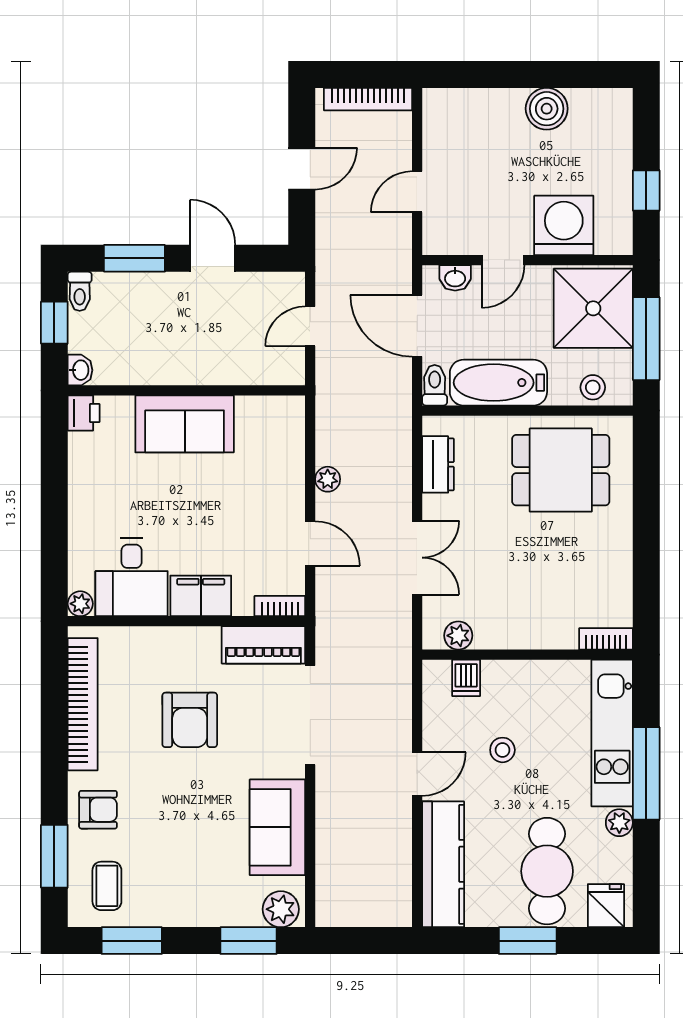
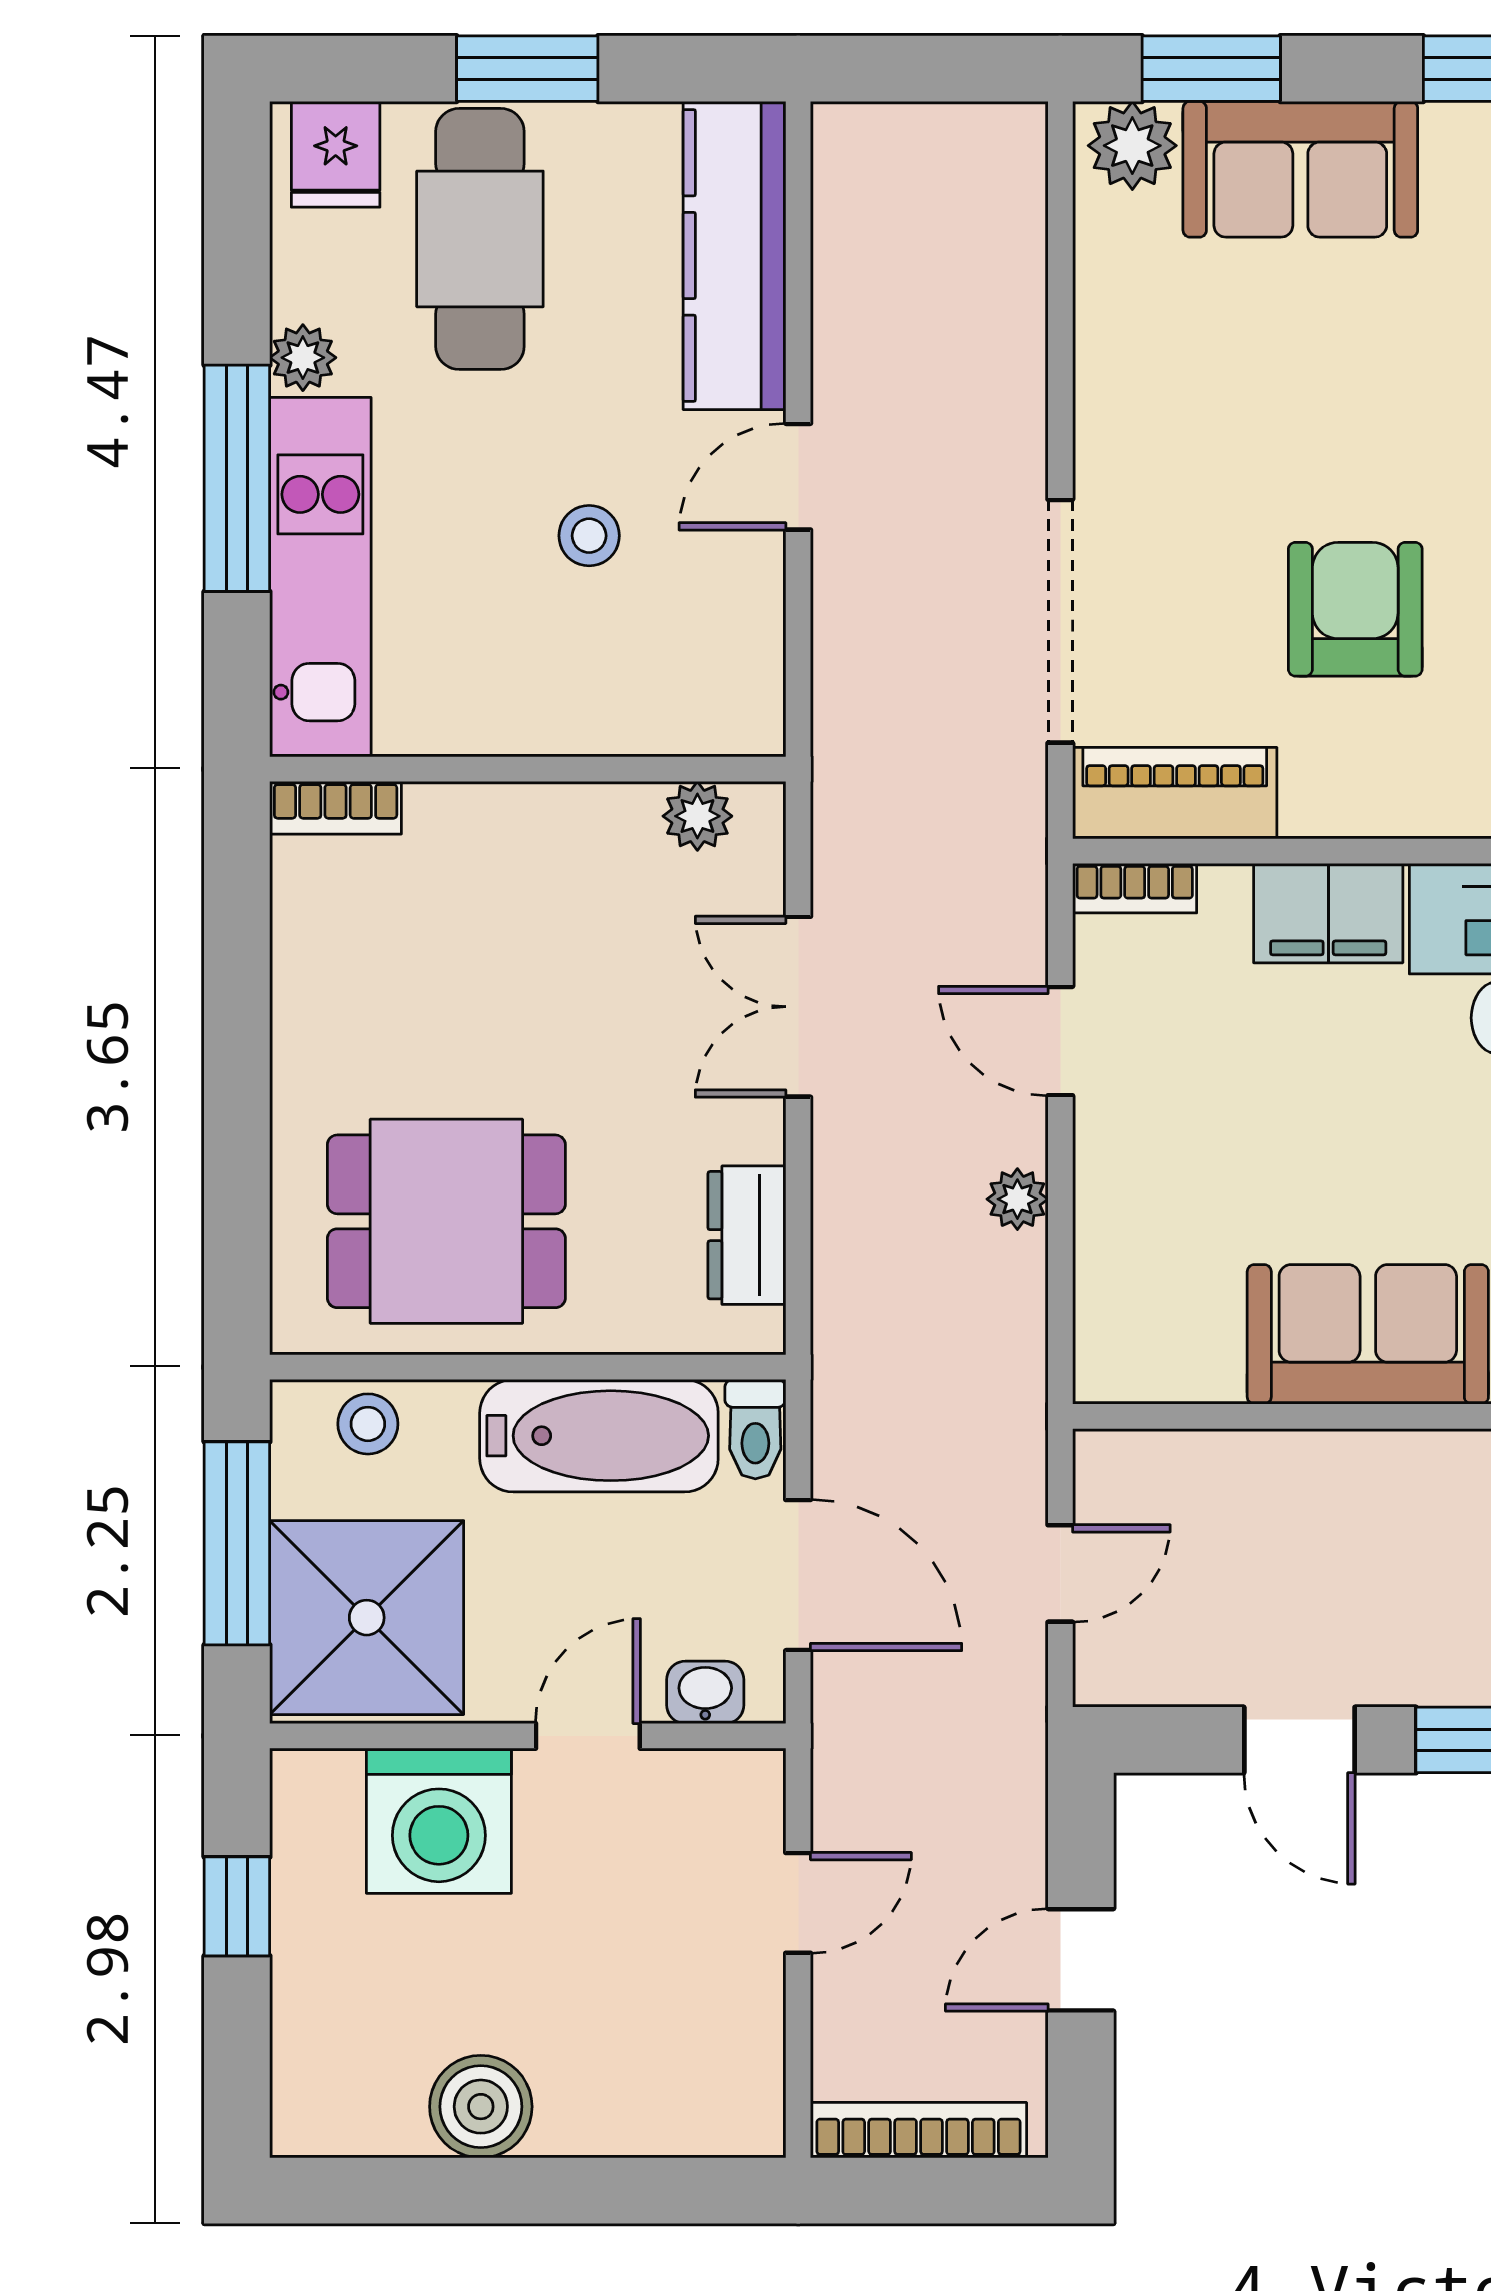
dishwasher: (466, 678) -> (678, 712), removed
sofa: (277, 827) -> (1300, 169), moved, turned 90

